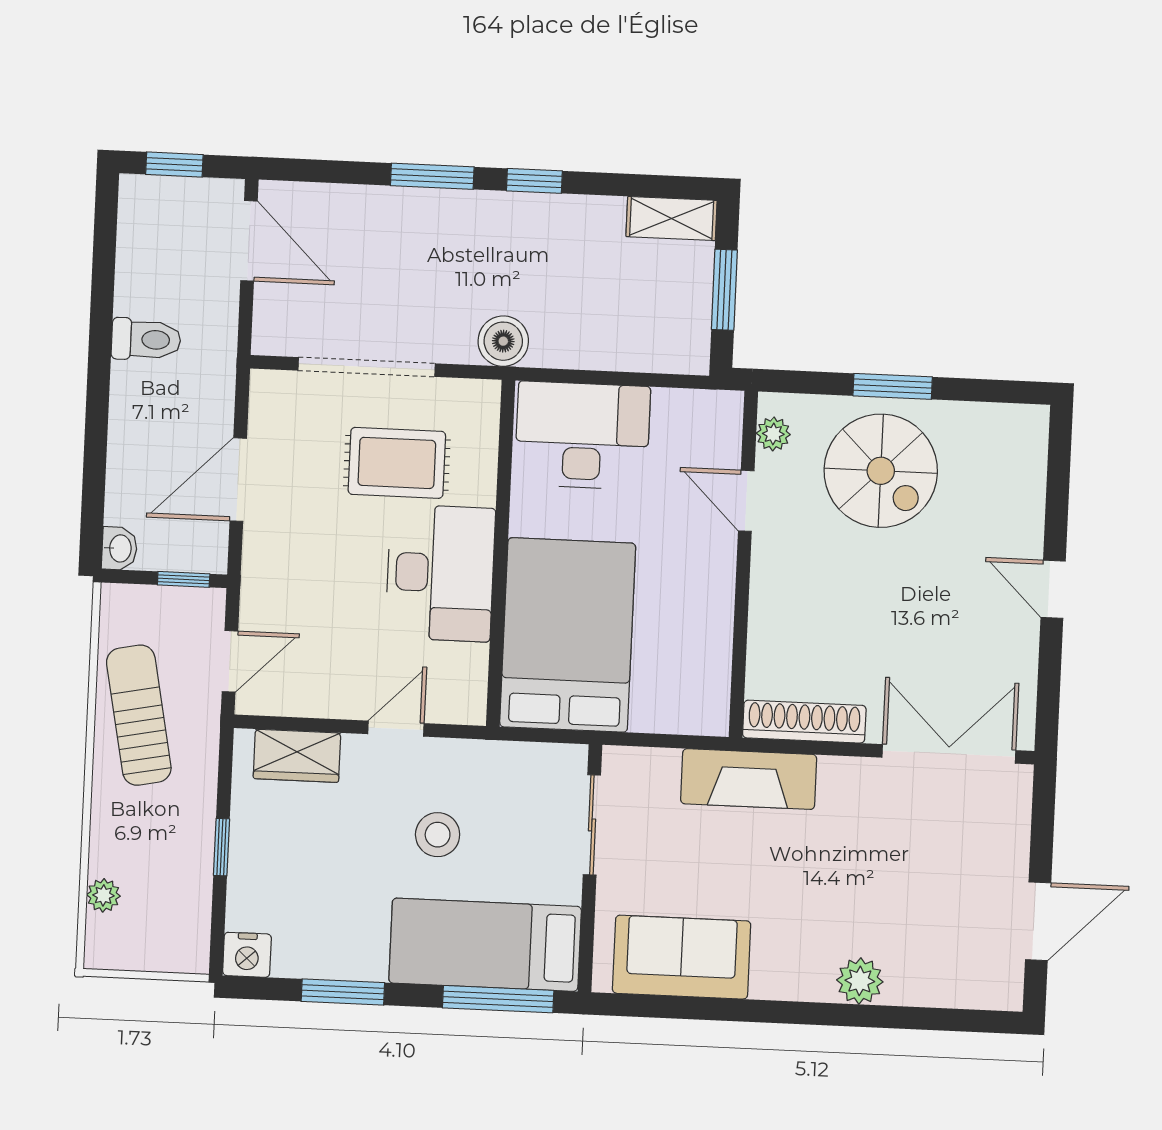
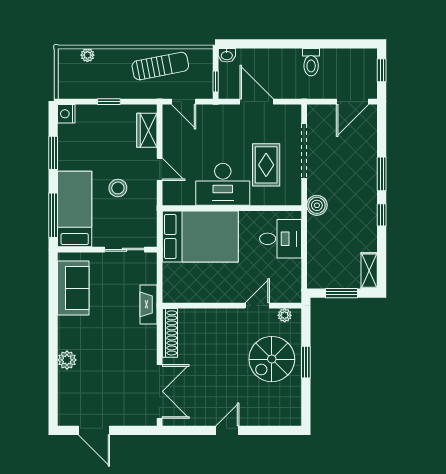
desk: (582, 436) -> (281, 239), width x0.73
fireplace: (749, 779) -> (148, 304), width x0.73, depth x0.76

